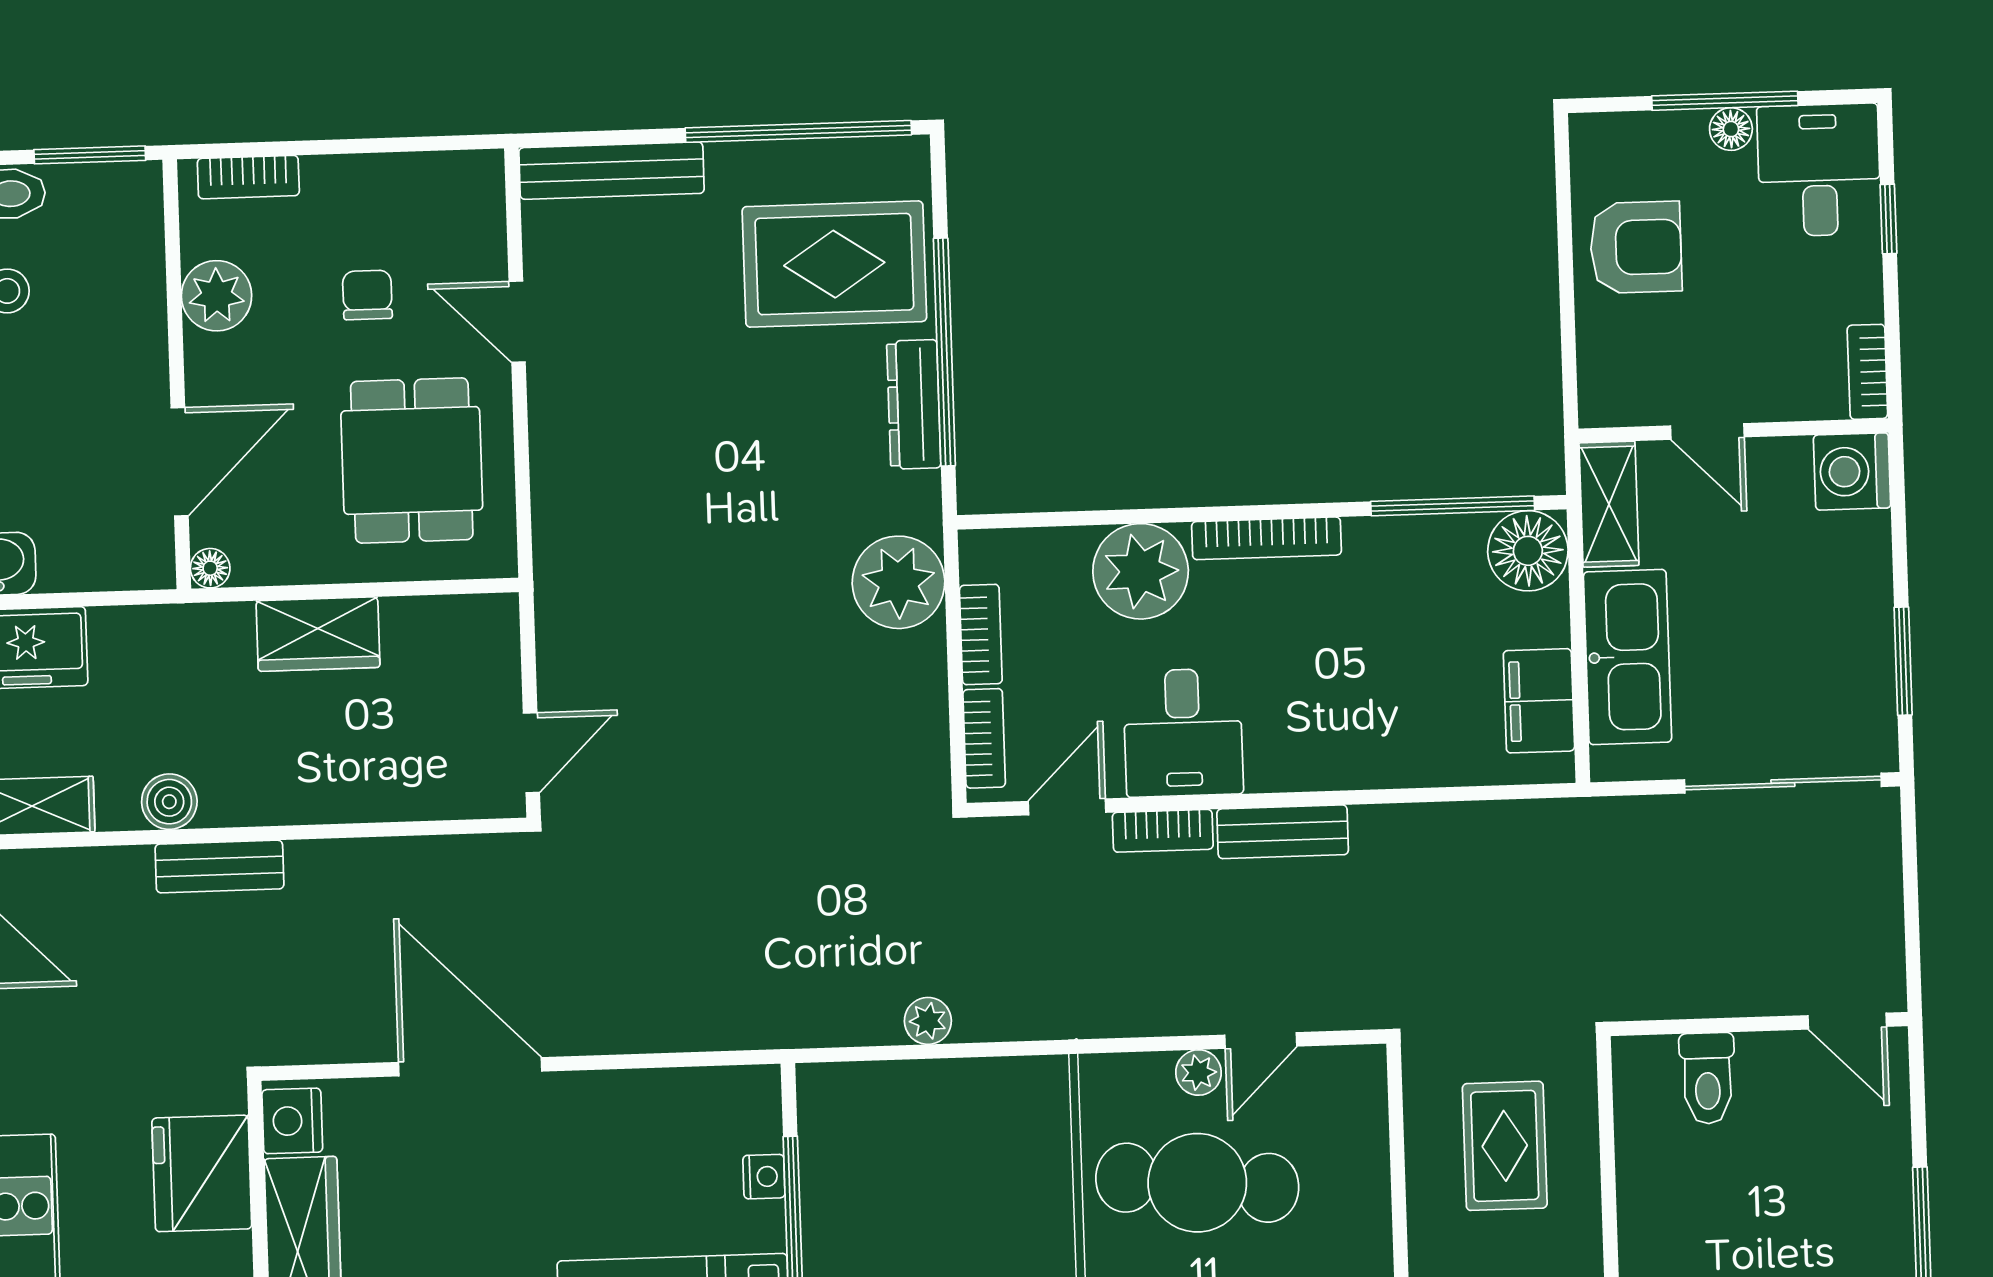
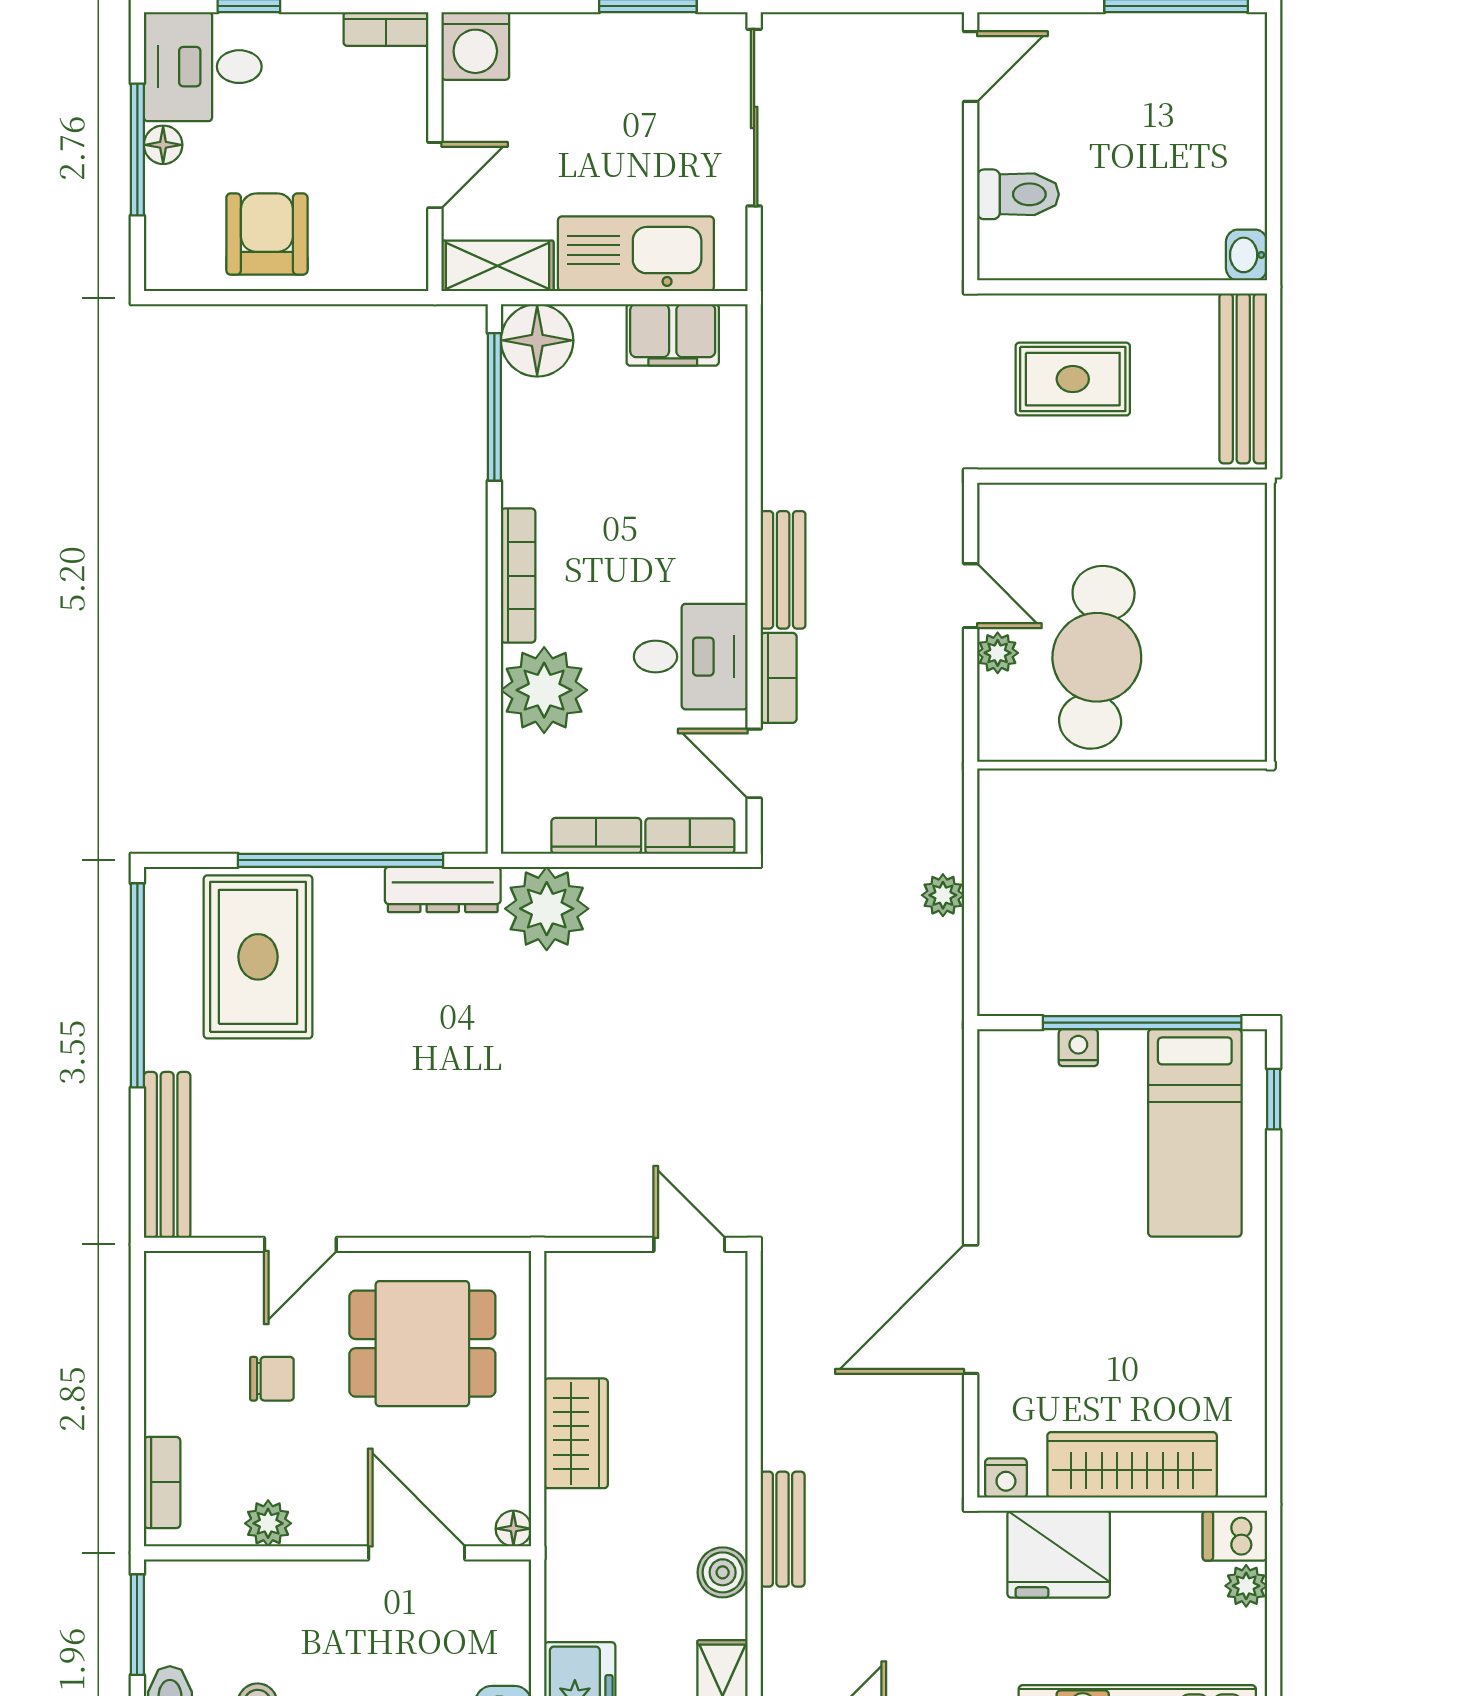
chair: (367, 295) -> (272, 1379), turned 180
plant: (217, 296) -> (268, 1523), width x0.73, depth x0.73
dresser: (914, 404) -> (443, 890), moved
nightstand: (292, 1121) -> (1006, 1478), width x0.72, depth x0.74

